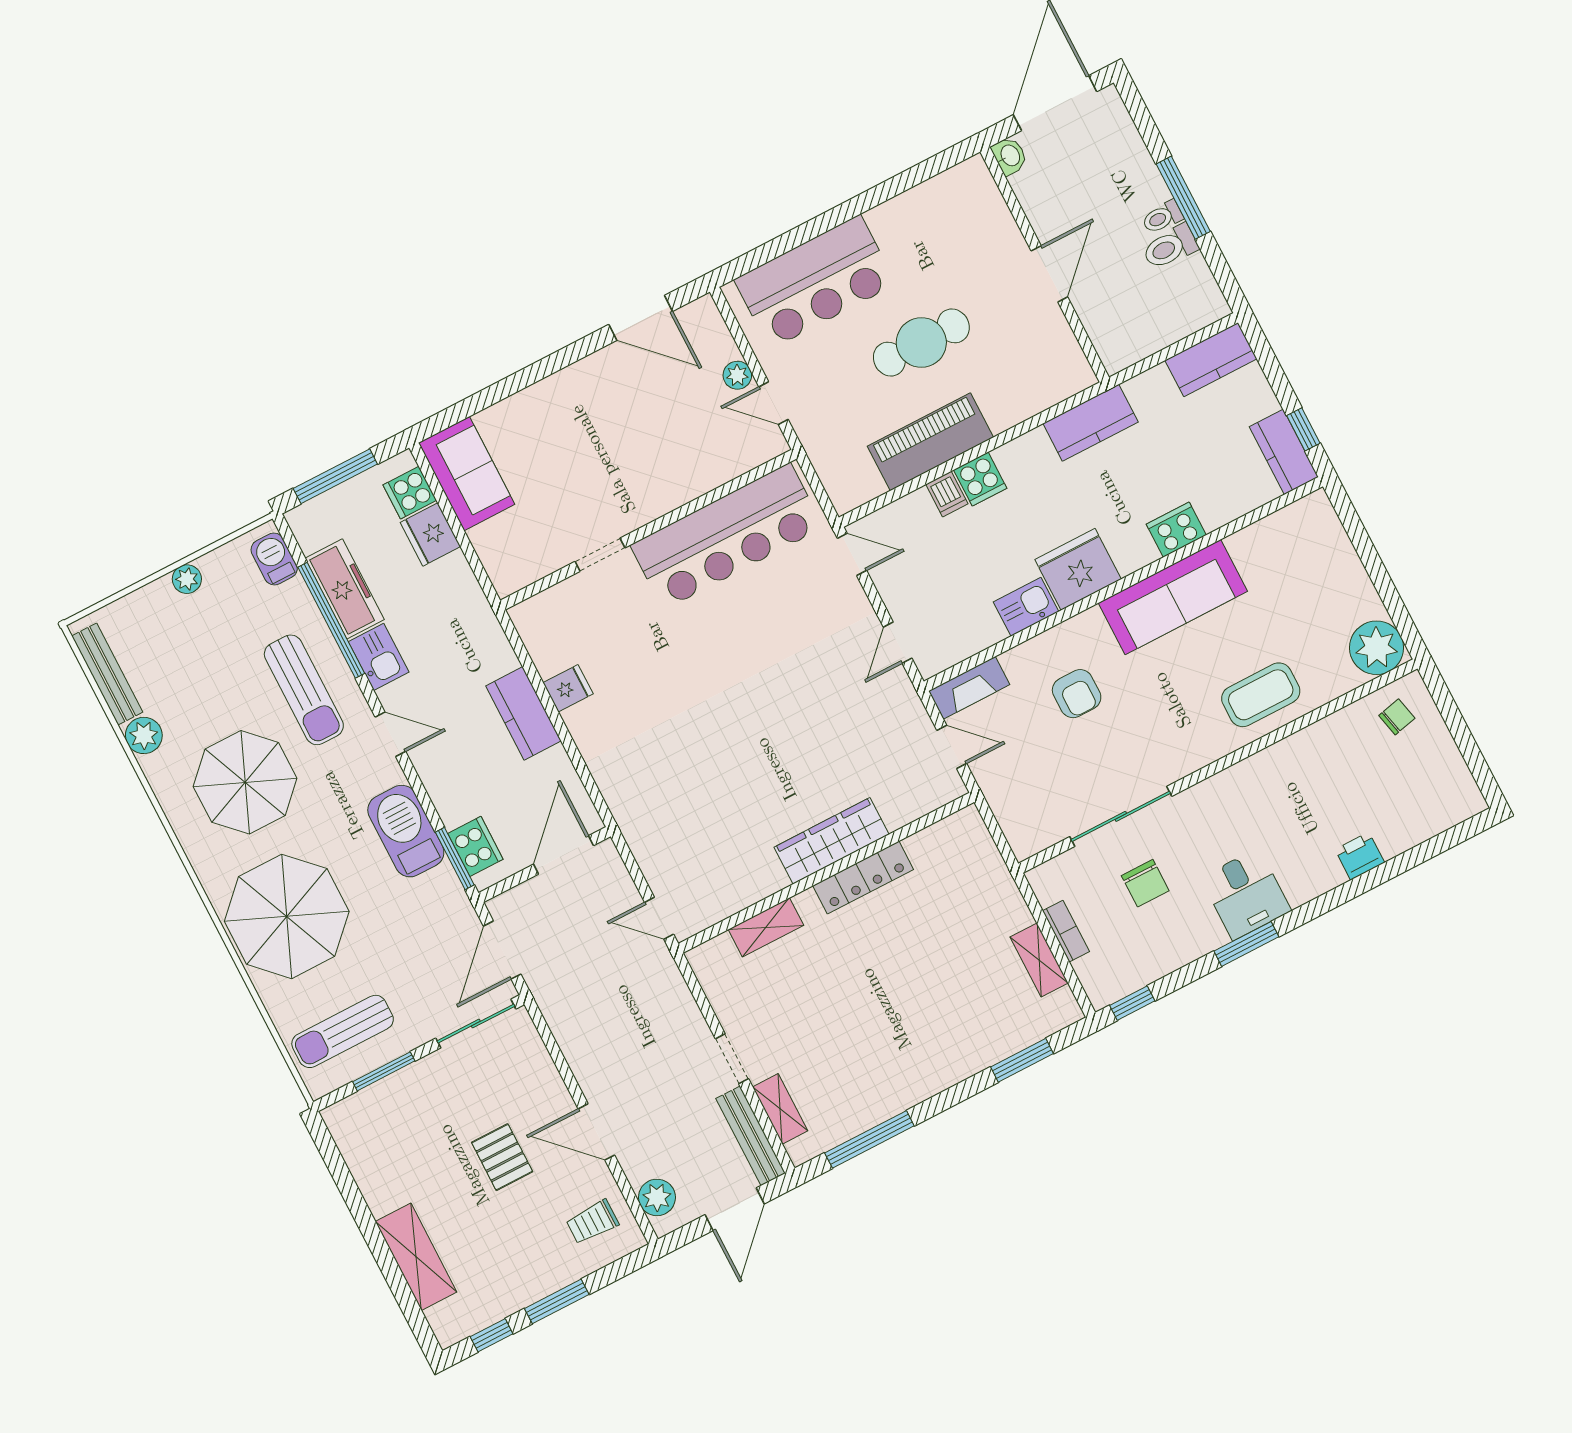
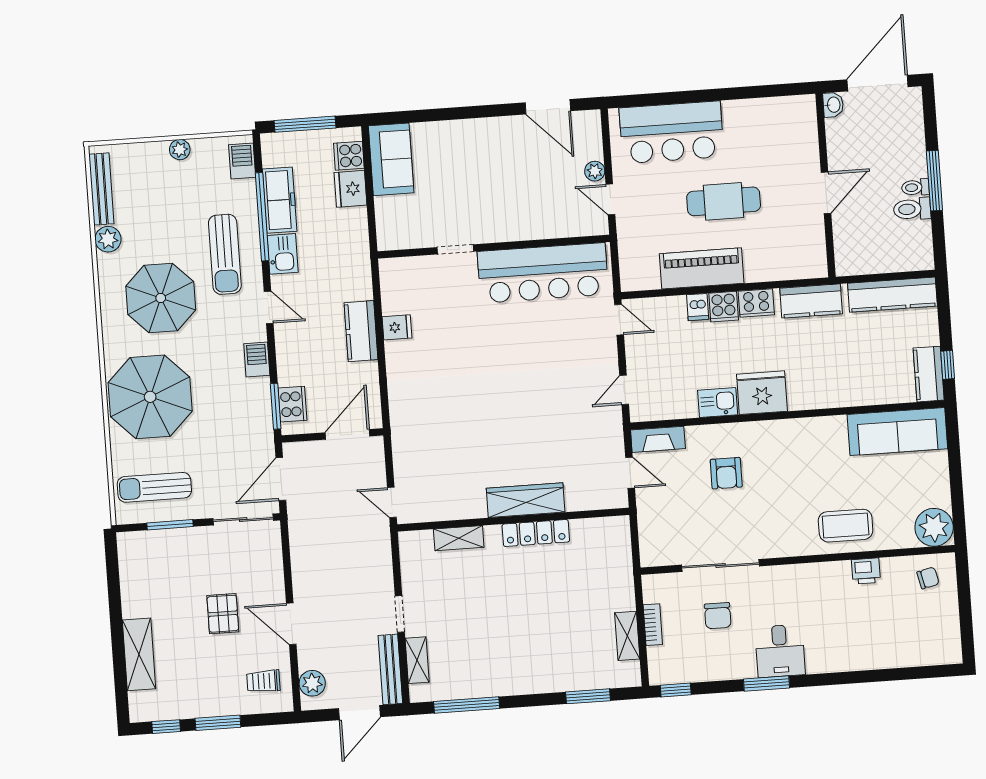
kitchen counter: (1211, 360) -> (892, 295), width x1.50
cooker: (1176, 530) -> (756, 303), moved, turned 180
sofa: (1173, 597) -> (897, 432), moved
barbecue: (406, 831) -> (257, 359), width x0.53, depth x0.65
printer: (1360, 856) -> (866, 571), moved, turned 180

